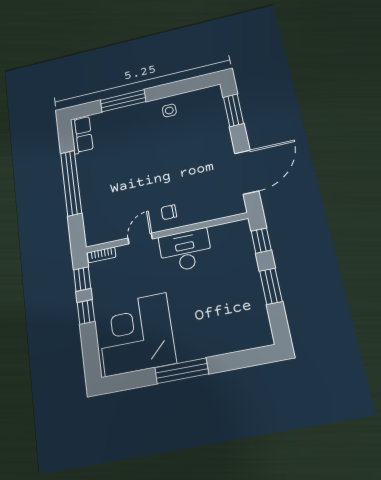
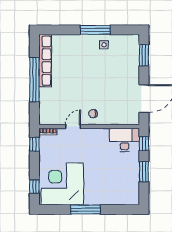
window: (123, 101) -> (95, 30), moved
row of seats: (82, 135) -> (45, 61), width x2.02
desk: (185, 250) -> (125, 140), moved
window: (86, 312) -> (34, 187), moved

